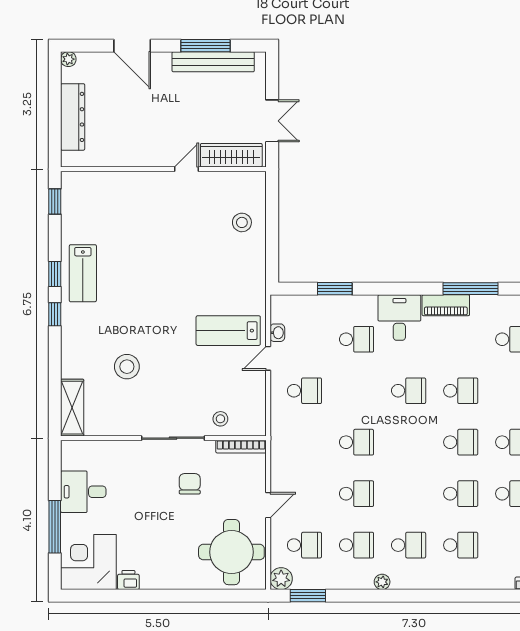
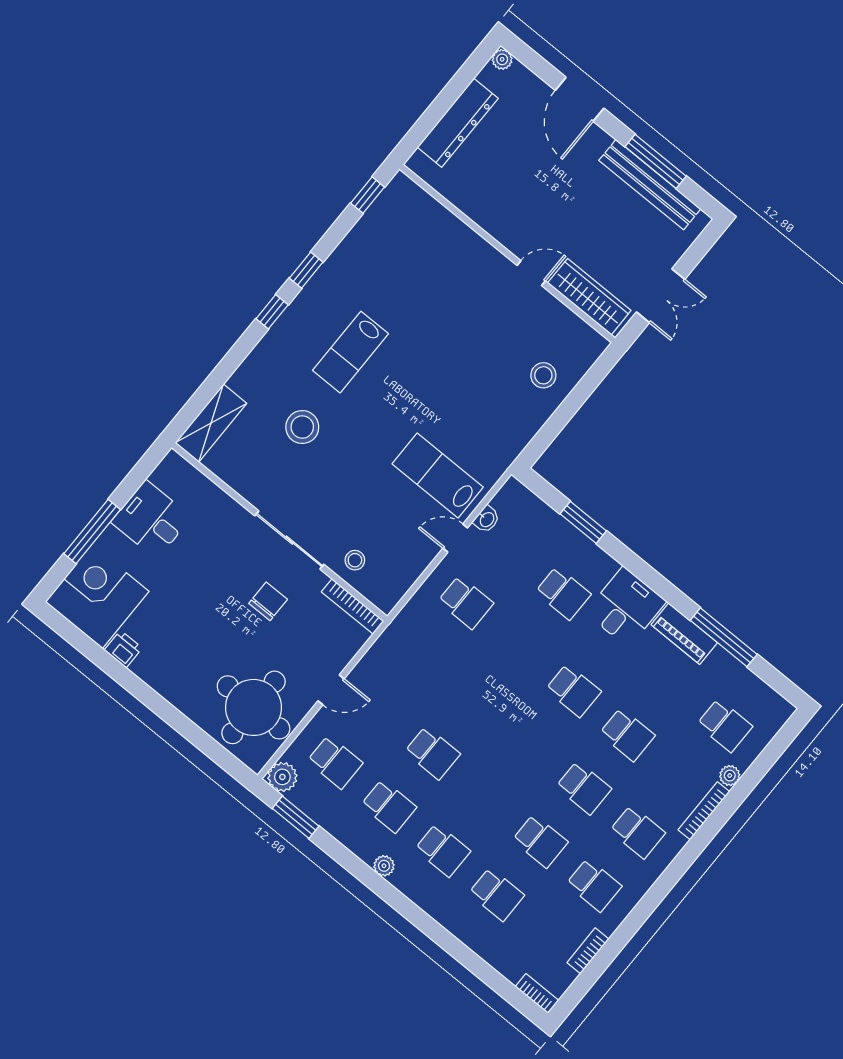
lab bench: (83, 273) -> (351, 352), moved
school desk: (357, 442) -> (476, 700), removed

